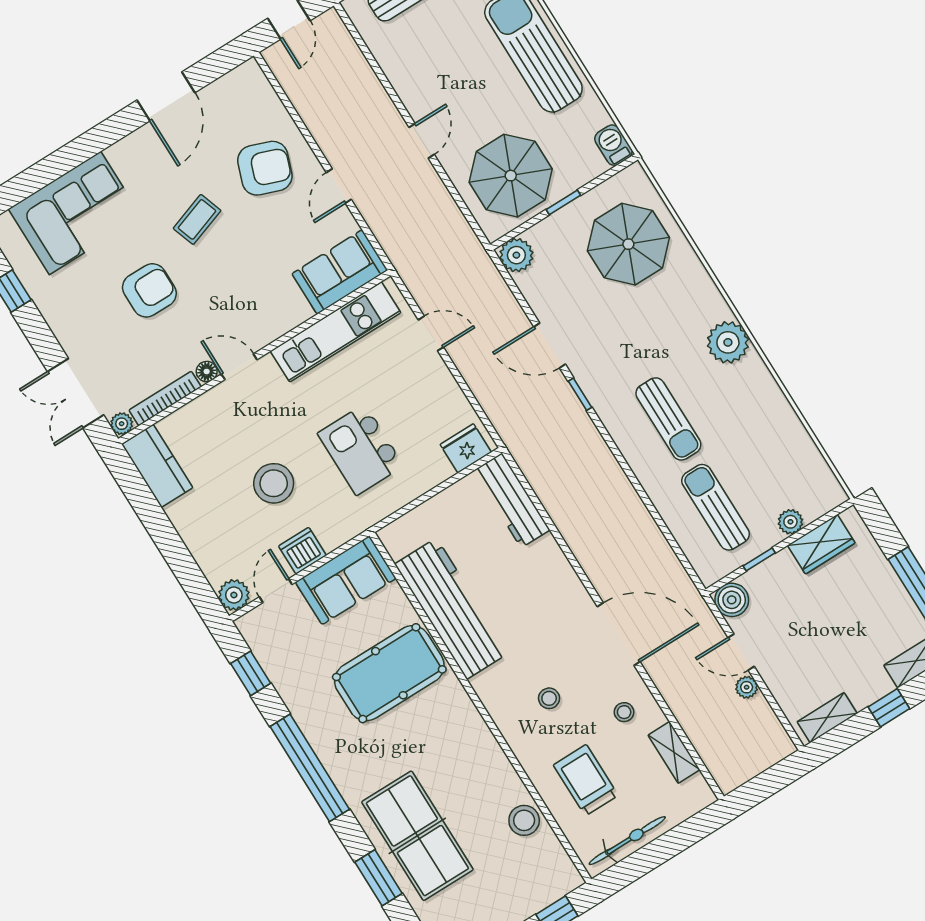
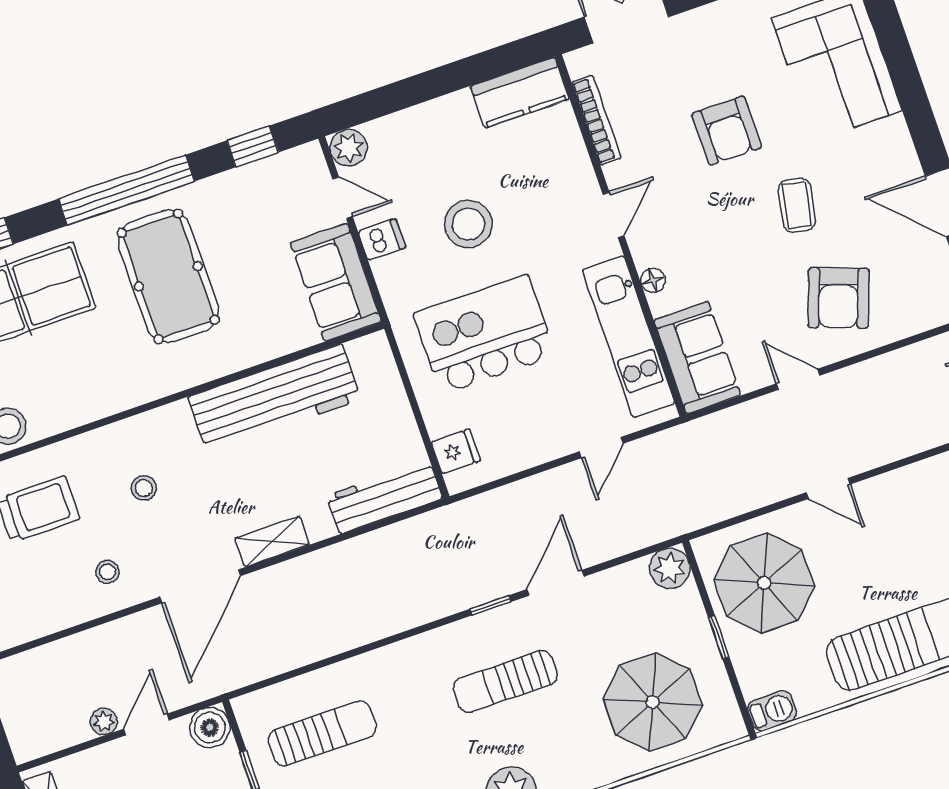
coffee table: (197, 219) -> (797, 205), turned 30
floor lamp: (207, 371) -> (653, 280), moved
sun lounger: (668, 419) -> (505, 681), moved
plant: (122, 424) -> (579, 62), removed
fridge: (466, 448) -> (456, 451), width x0.72
kitchen island: (361, 450) -> (484, 334), width x1.37, depth x1.28
dishwasher: (302, 551) -> (382, 240), width x0.73
pool table: (389, 673) -> (168, 276), moved
shelving: (674, 752) -> (272, 541), moved

